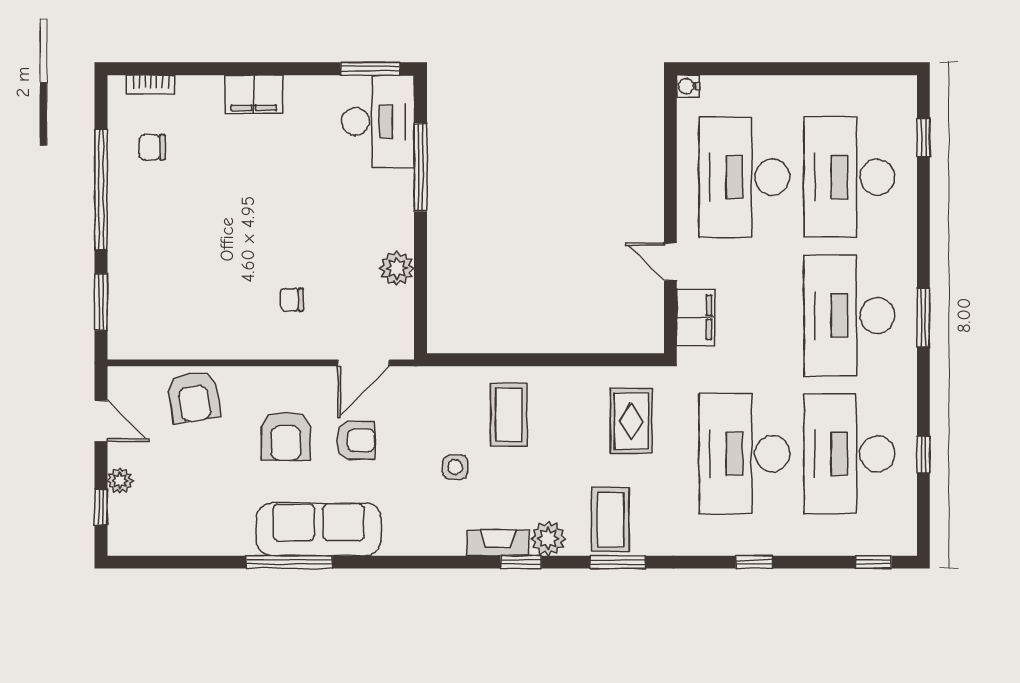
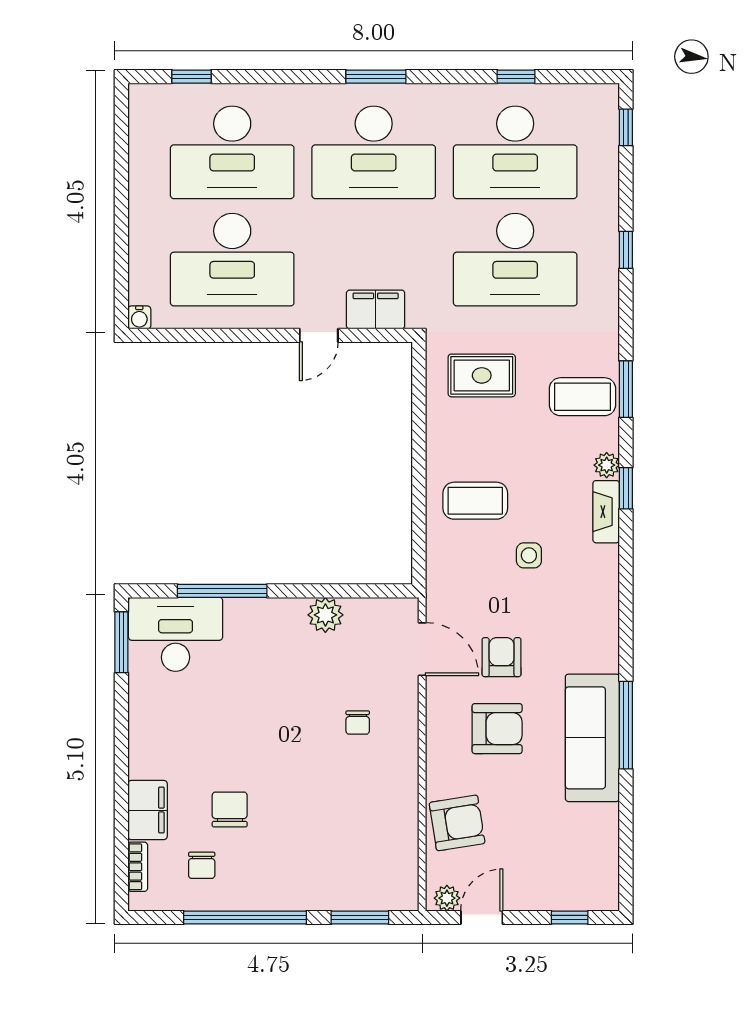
filing cabinet: (254, 94) -> (148, 810), moved
chair: (207, 175) -> (230, 810), added
plant: (120, 481) -> (447, 898), moved
sofa: (319, 529) -> (592, 738), moved
plant: (548, 539) -> (607, 465), width x0.73, depth x0.73

